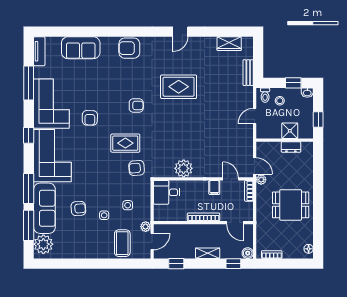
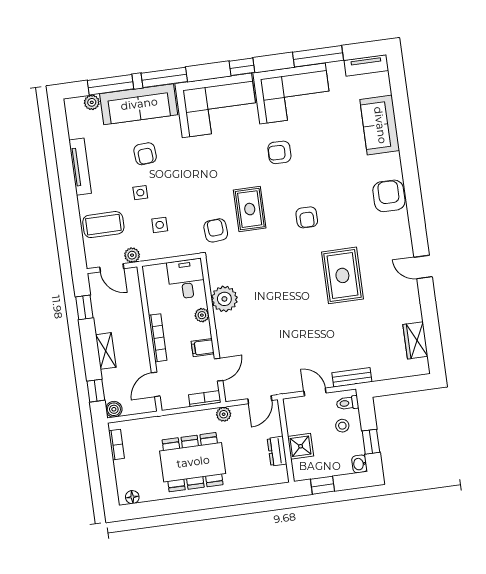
bench: (248, 73) -> (352, 377), moved
door: (255, 166) -> (260, 400), moved
plant: (192, 185) -> (202, 315), added
dining table: (291, 205) -> (193, 462), width x1.38
plant: (43, 244) -> (92, 102), width x0.53, depth x0.53
tv unit: (81, 253) -> (80, 167), added

